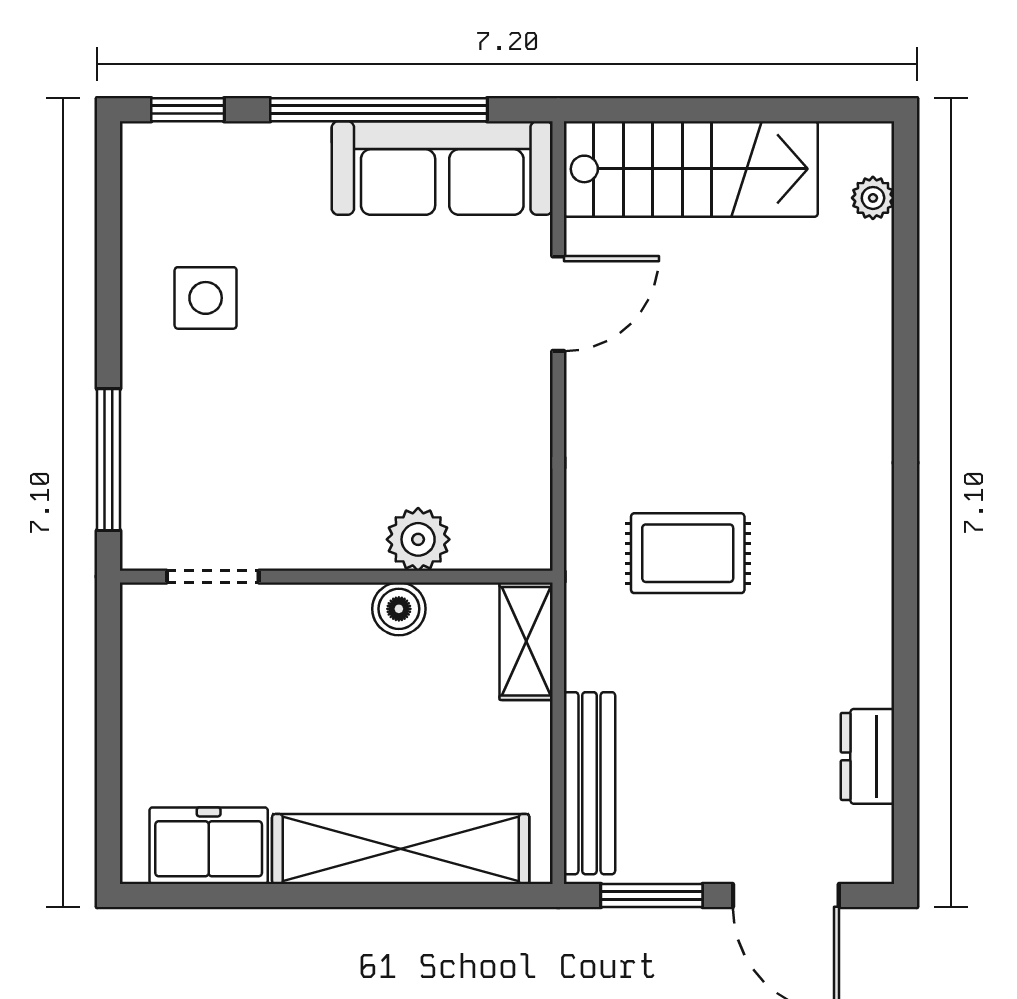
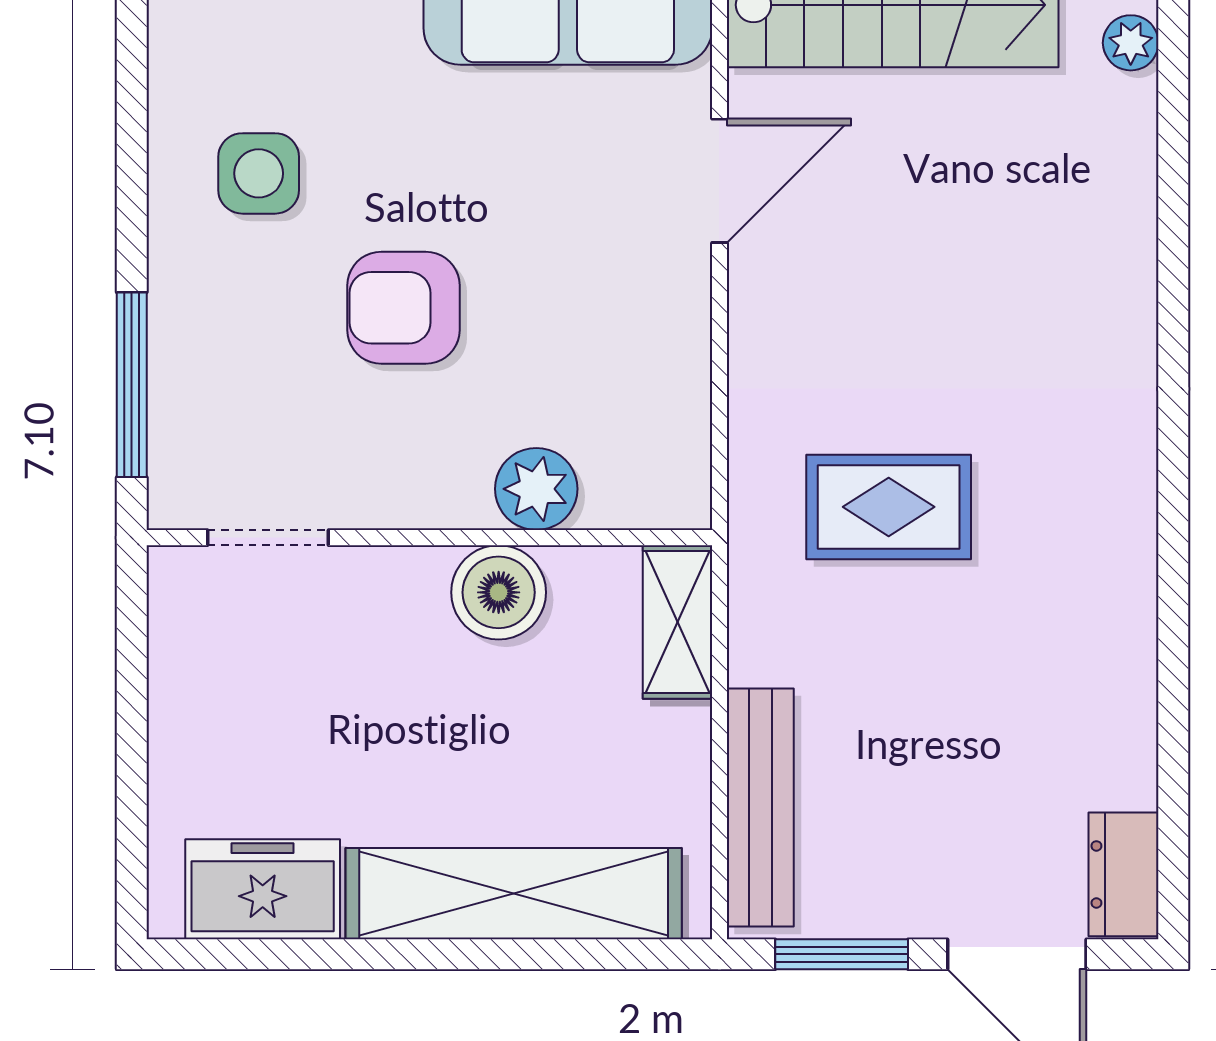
armchair: (316, 401) -> (403, 308), added
boiler: (399, 609) -> (499, 592), width x1.36, depth x1.36
dresser: (868, 756) -> (1124, 874), moved

